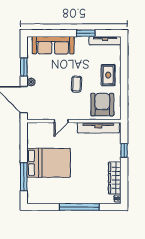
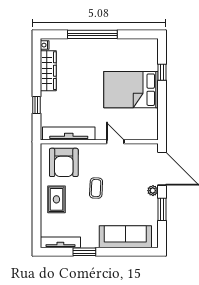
door: (61, 121) -> (115, 142), hinge flipped
window: (24, 177) -> (162, 72), width x0.46

